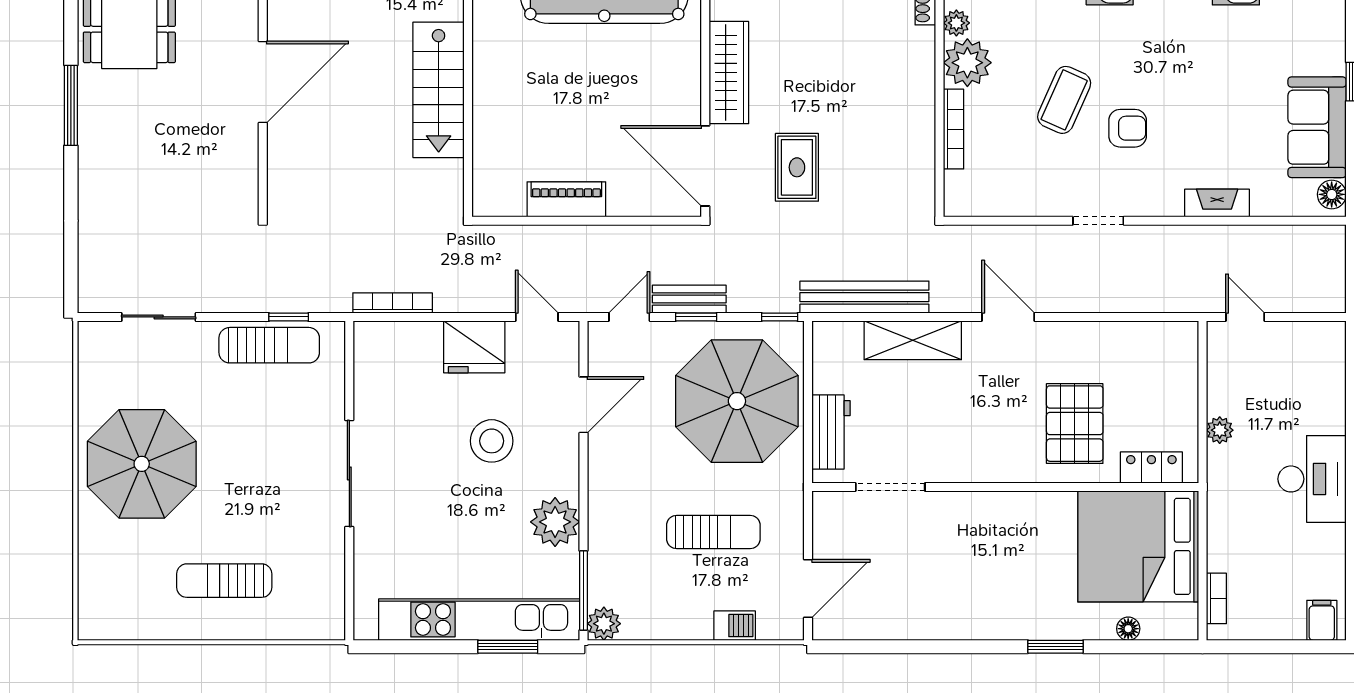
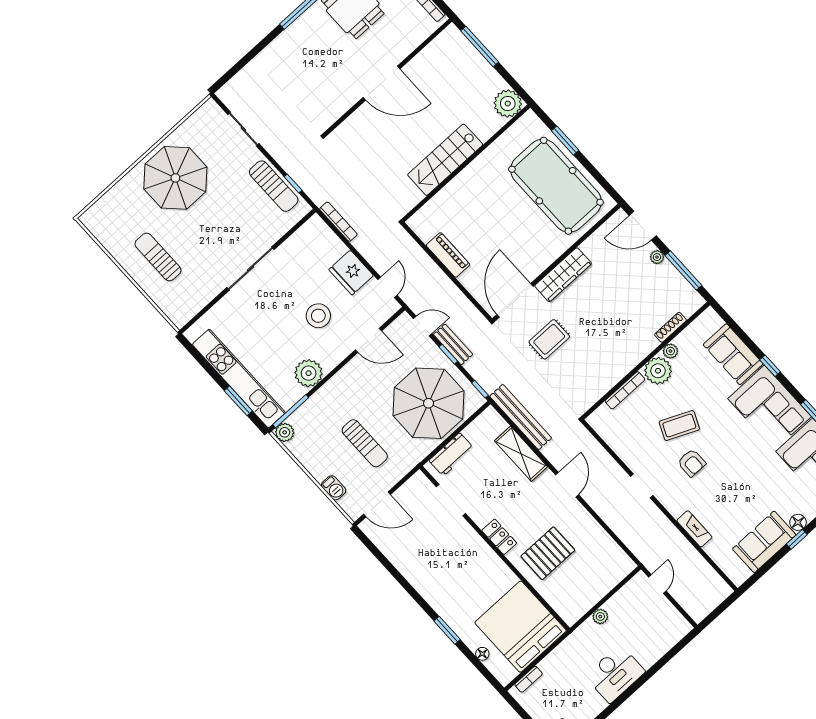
floor lamp: (1332, 194) -> (798, 522), moved
locker: (1151, 467) -> (499, 537), moved

